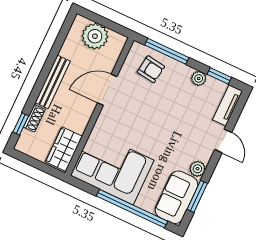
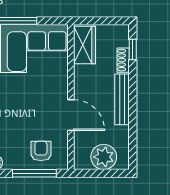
armchair: (151, 69) -> (41, 151), turned 82
door: (107, 90) -> (71, 115), hinge flipped

